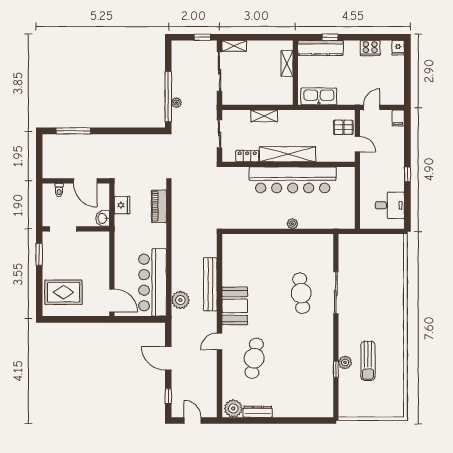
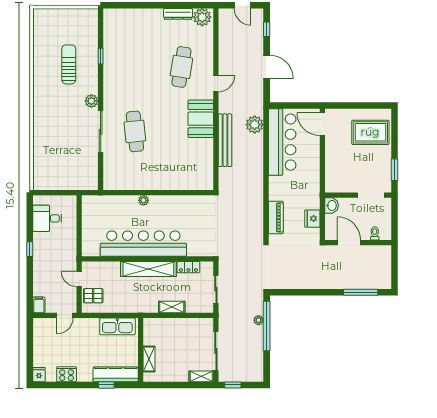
plant: (345, 362) -> (91, 101), moved

